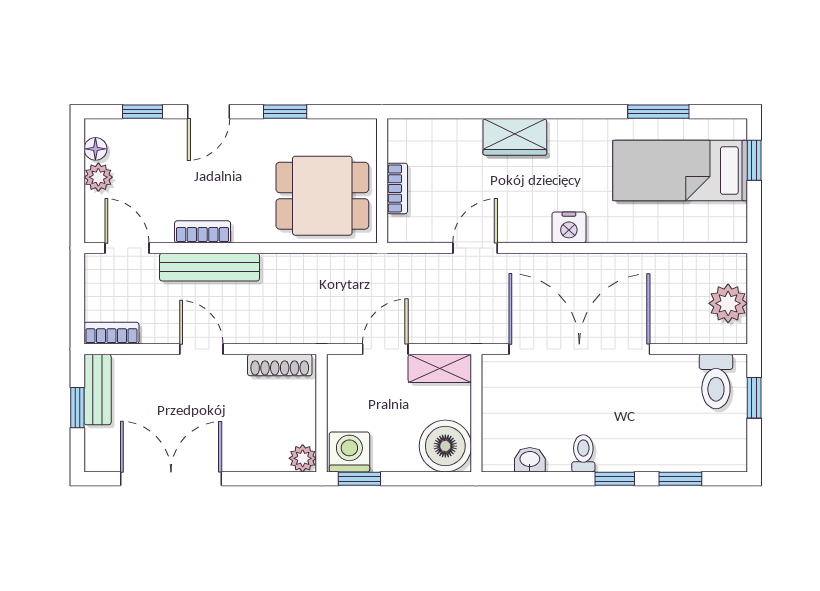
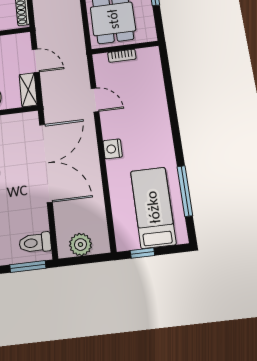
window: (658, 112) -> (185, 191), width x1.44
wardrobe: (515, 137) -> (159, 113), removed
window: (754, 160) -> (142, 253), moved
window: (754, 398) -> (28, 266), width x1.50

